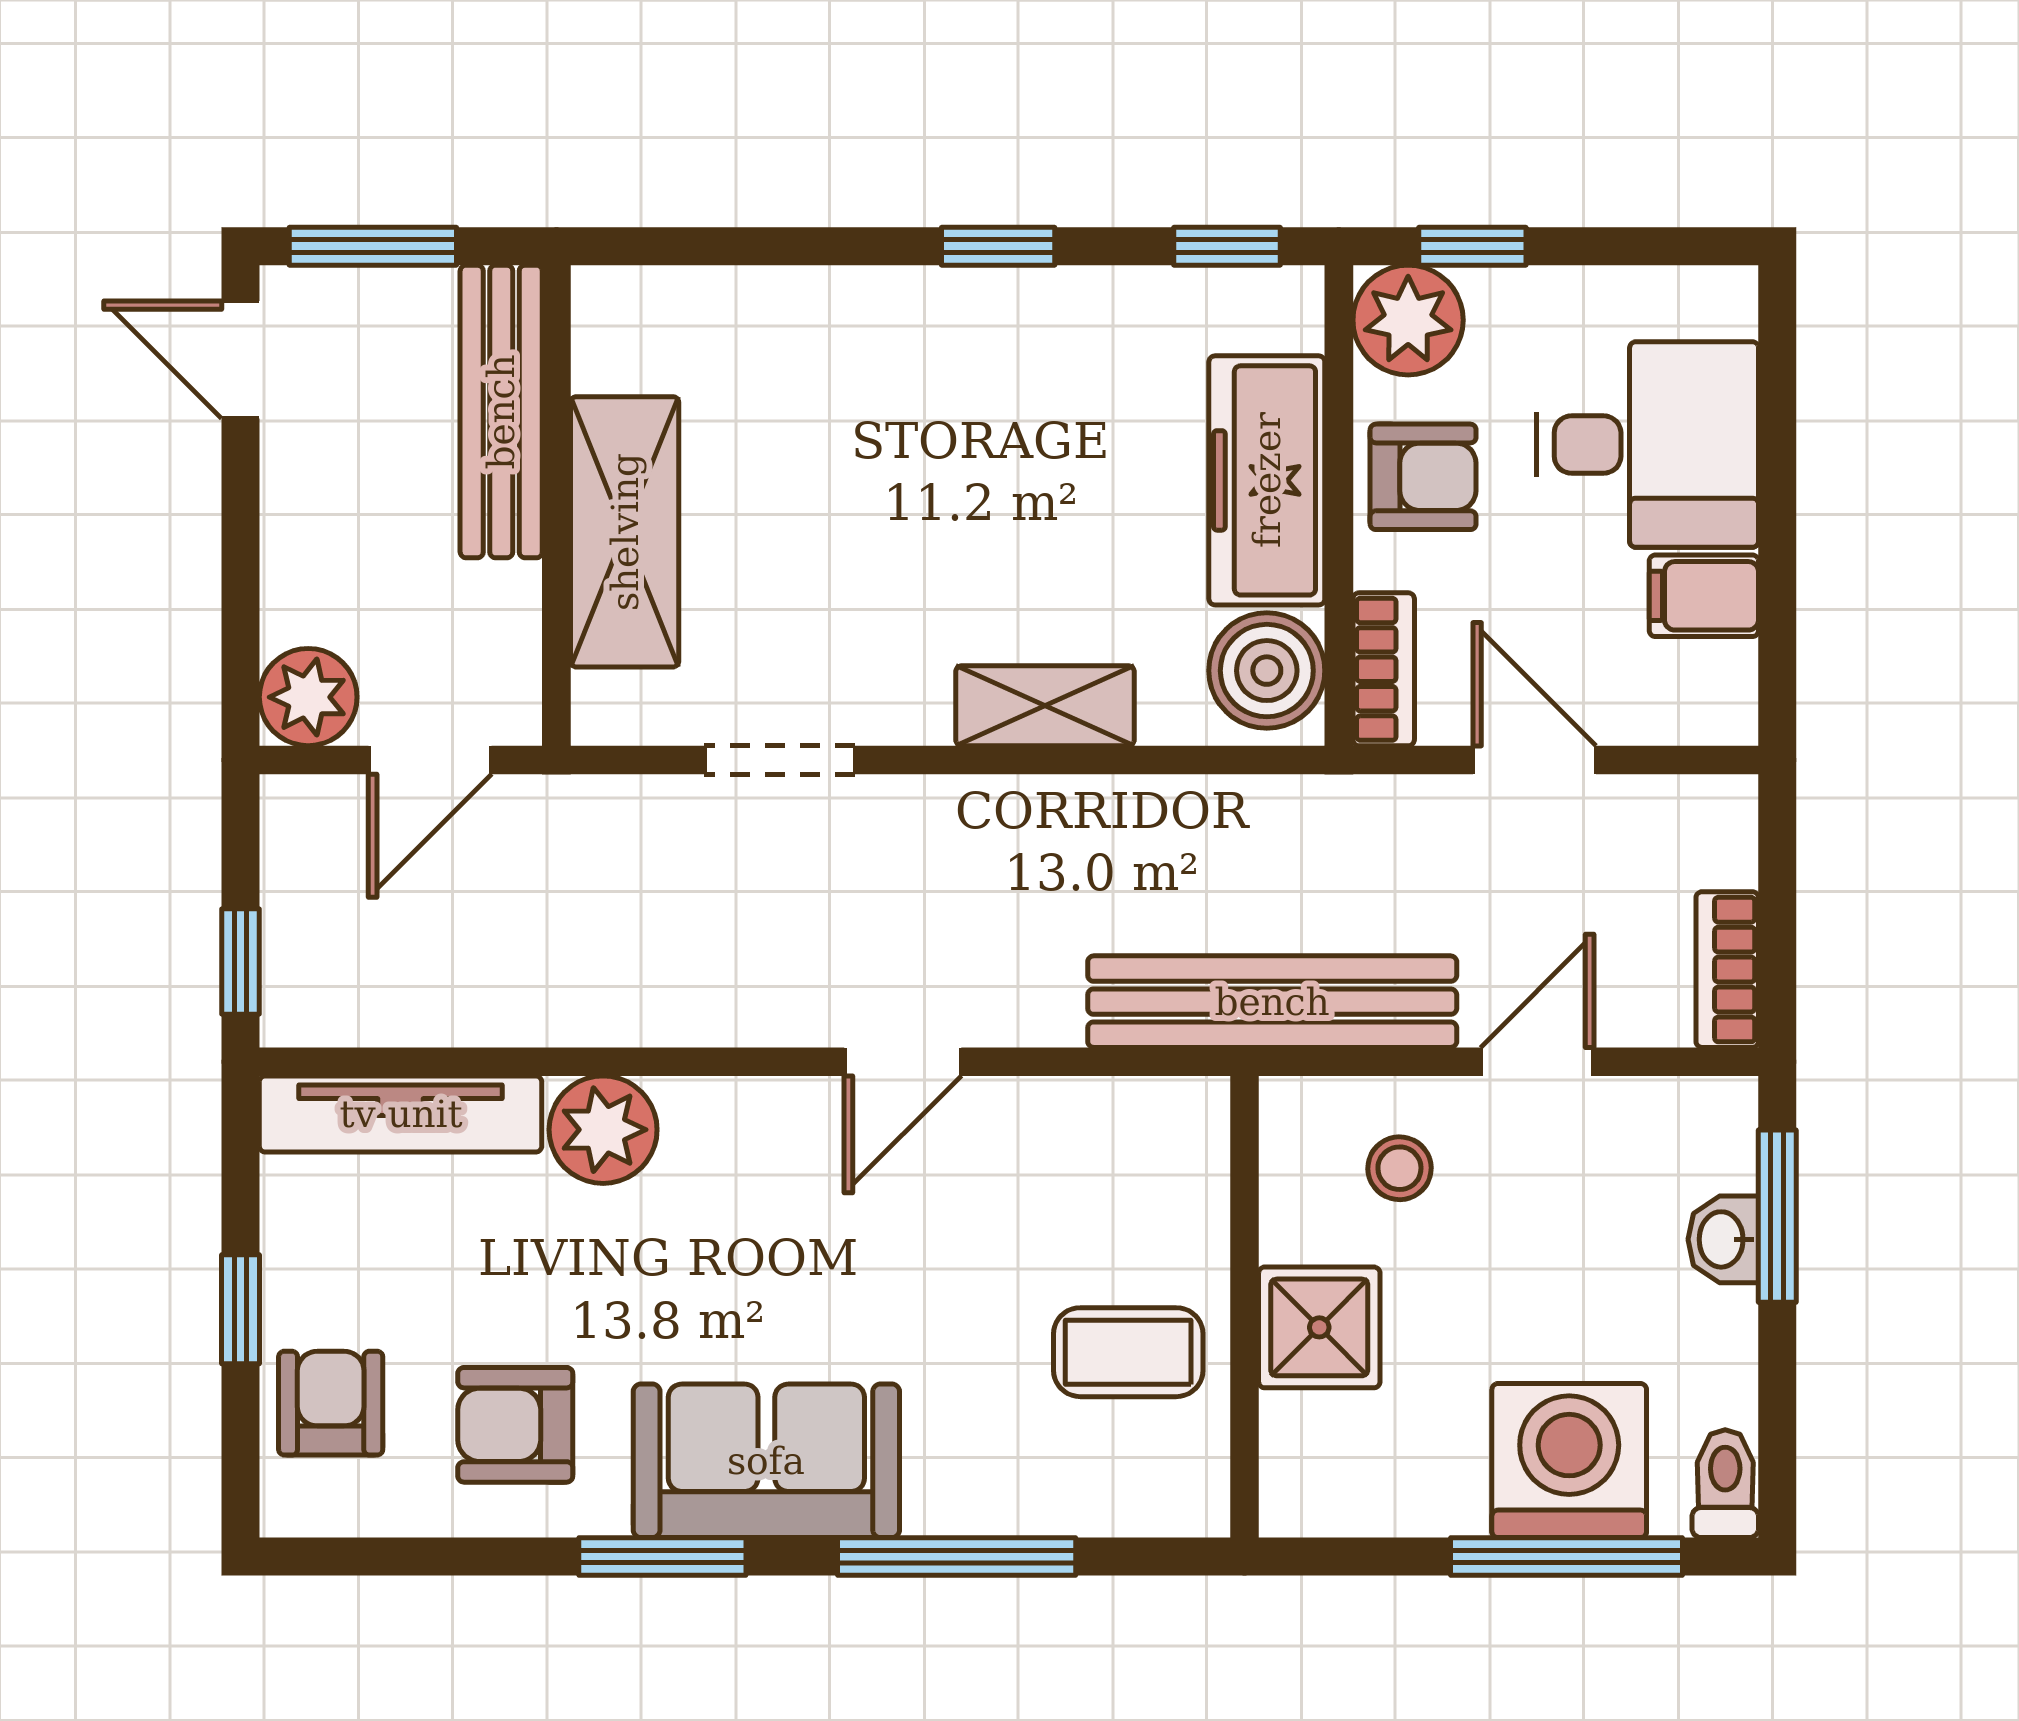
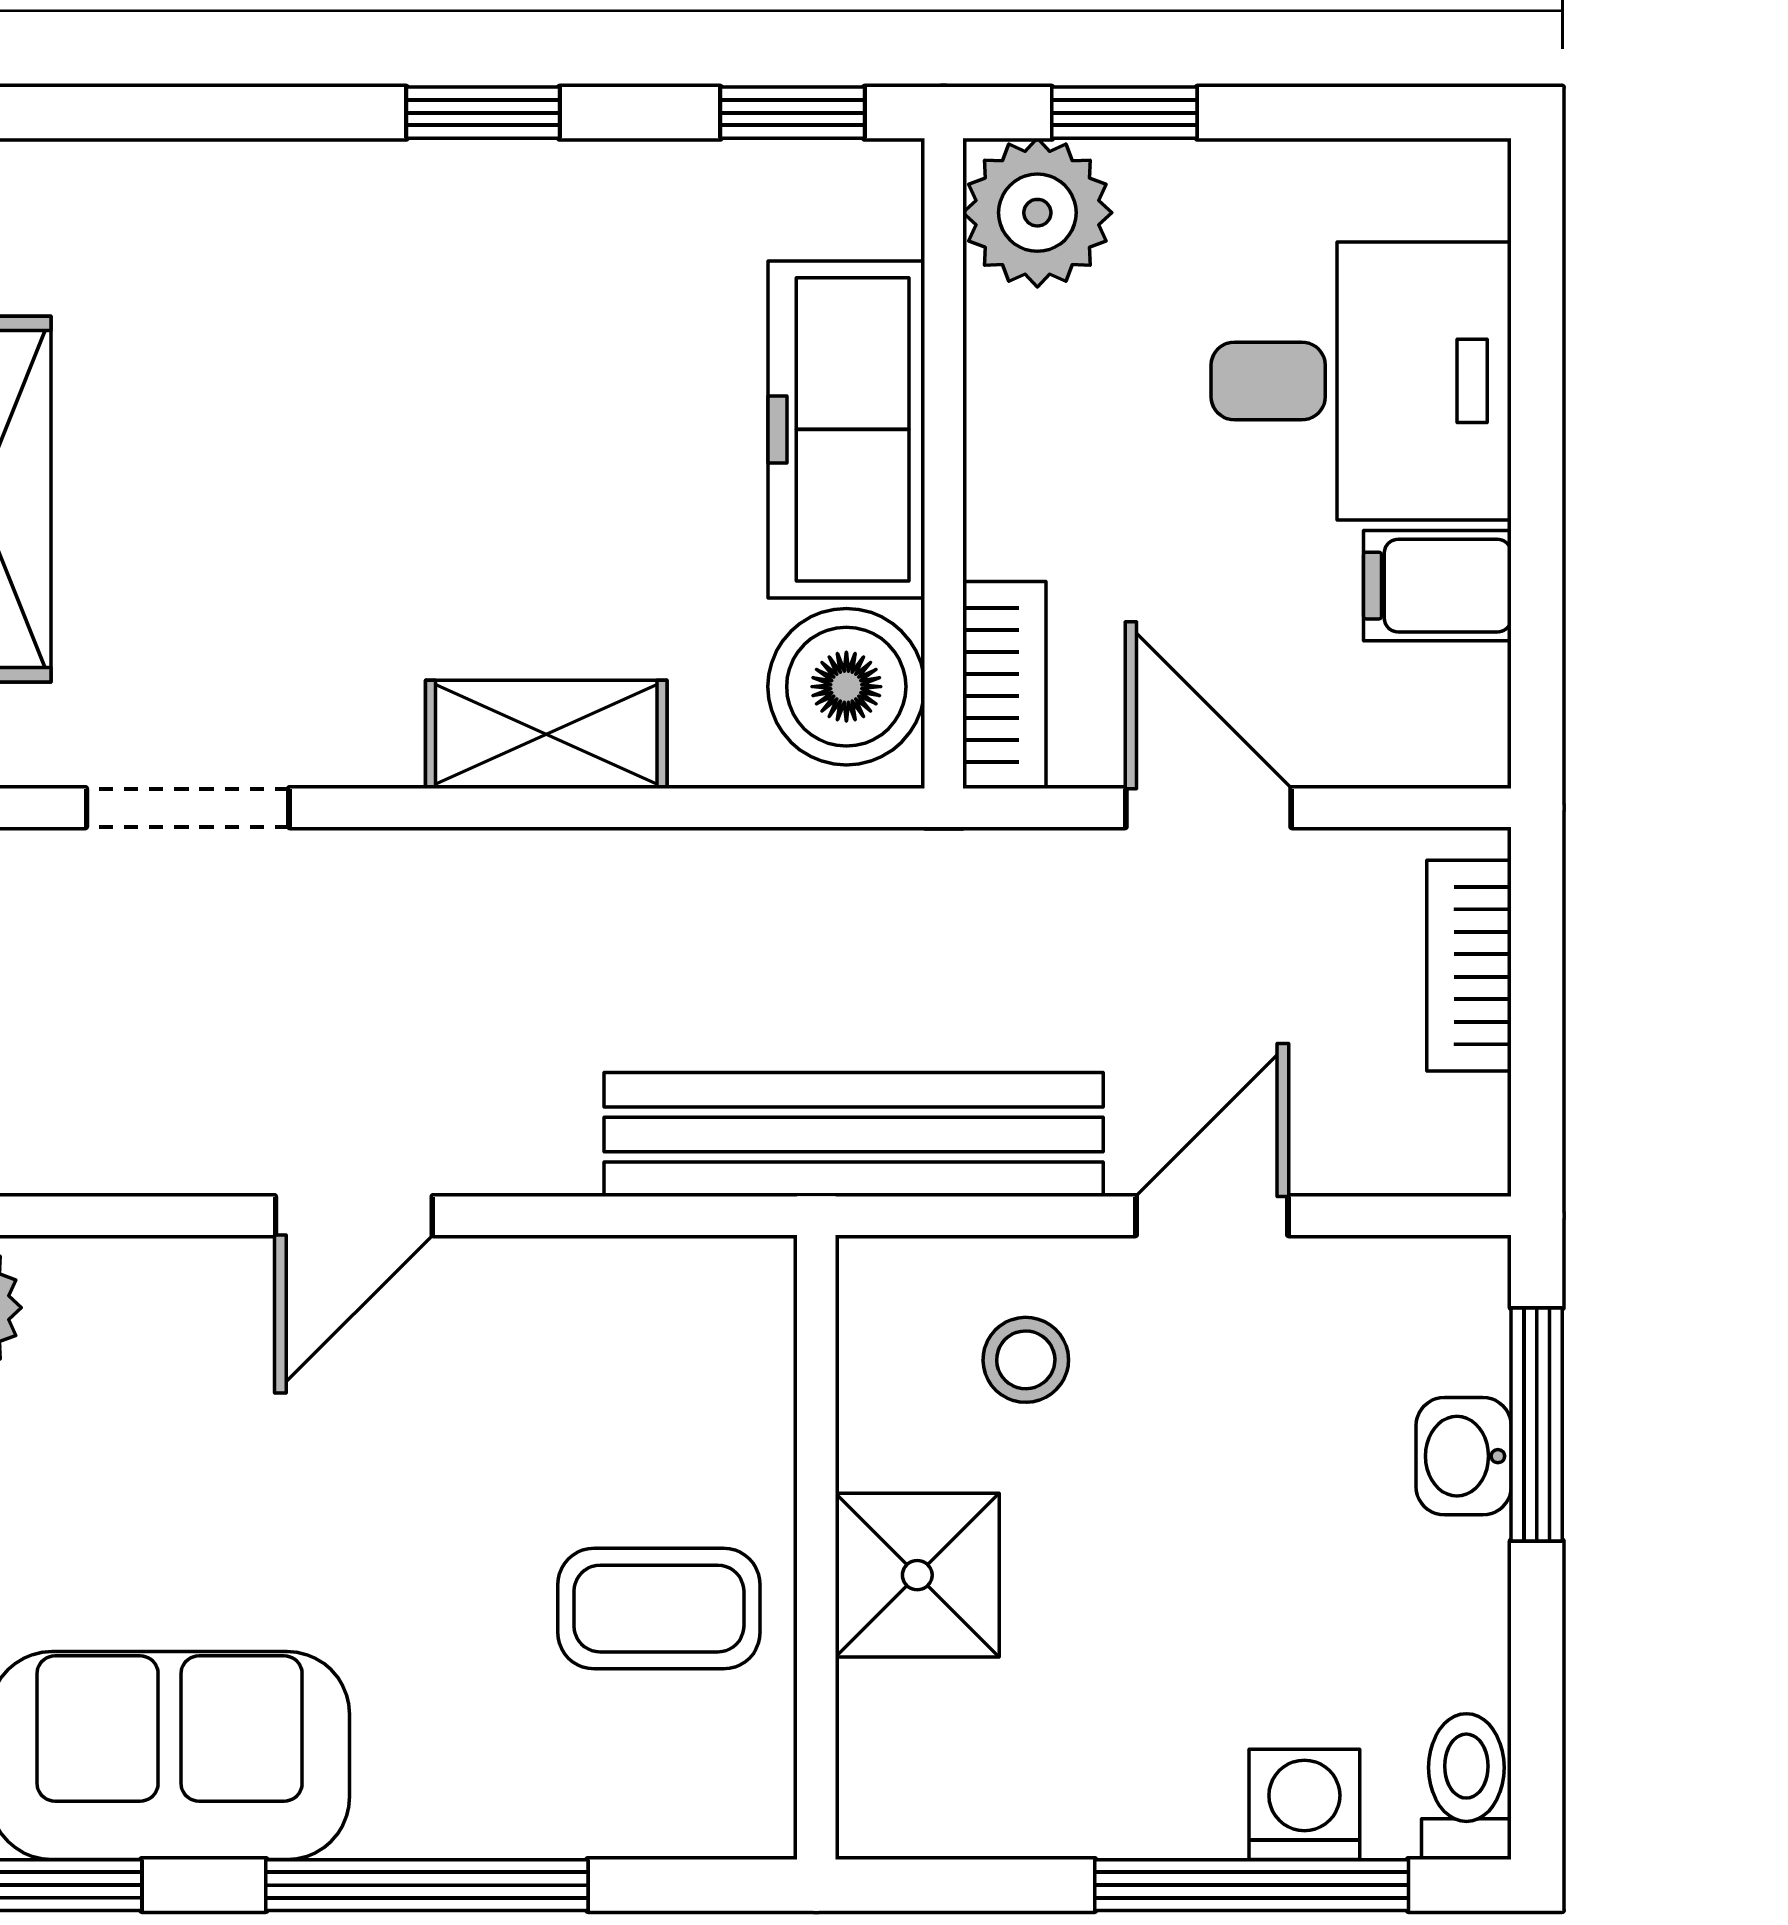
armchair: (1423, 477) -> (1058, 425), removed
bookcase: (1727, 970) -> (1469, 966), moved
washing machine: (1569, 1461) -> (1304, 1804), width x0.53, depth x0.53

